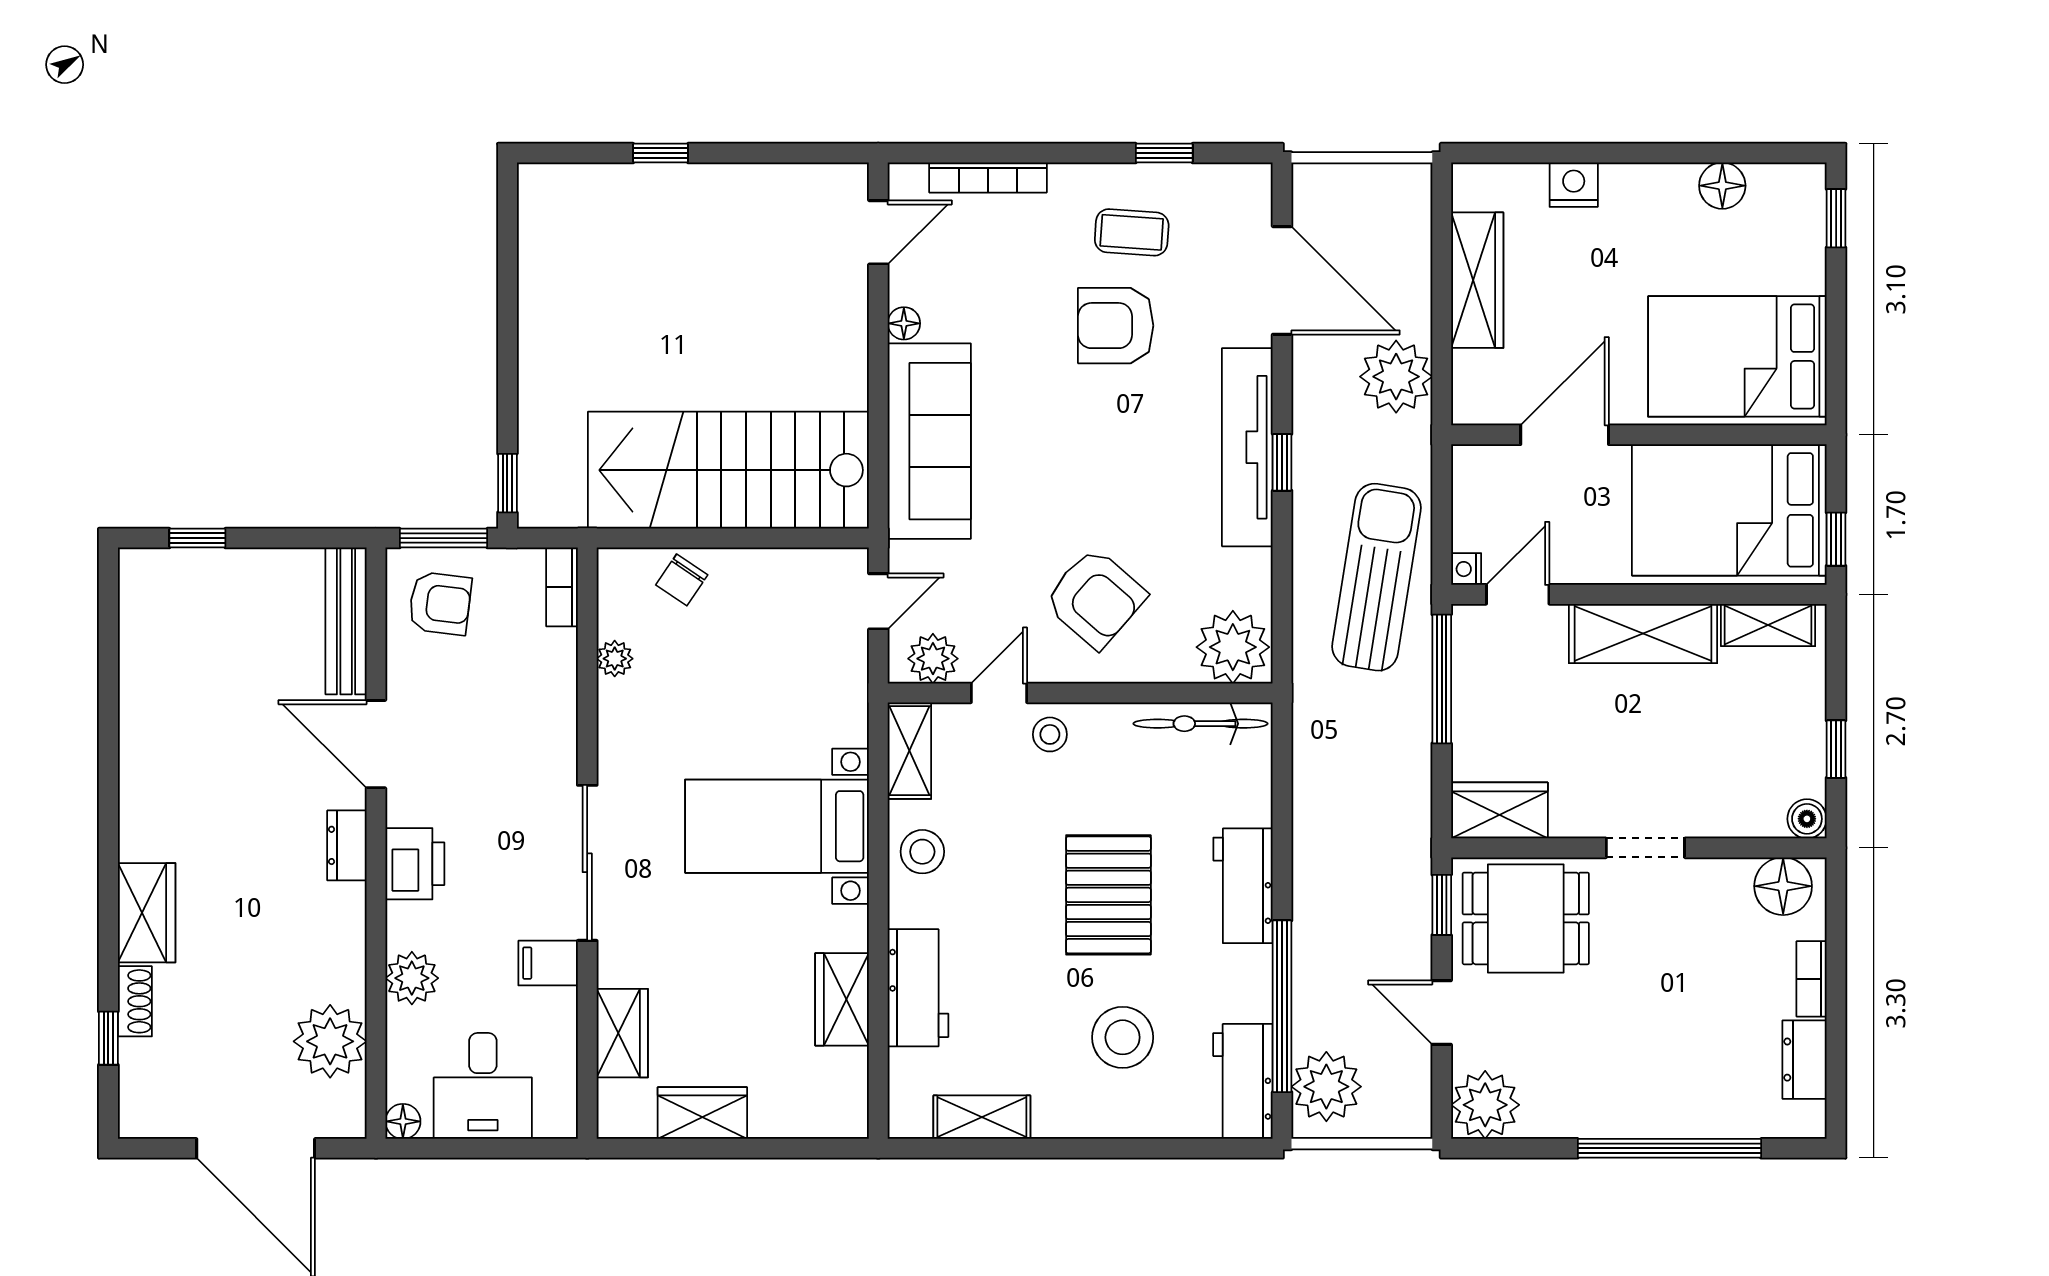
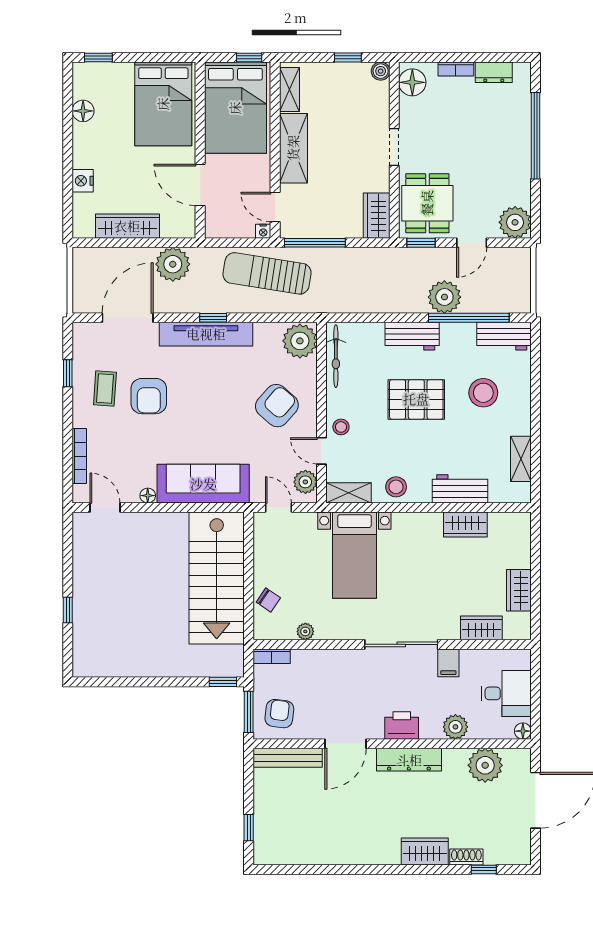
bed with nightstands: (777, 826) -> (354, 555), moved
dresser: (347, 845) -> (409, 760), width x1.96, depth x1.24
plant: (1326, 1087) -> (444, 297), moved

